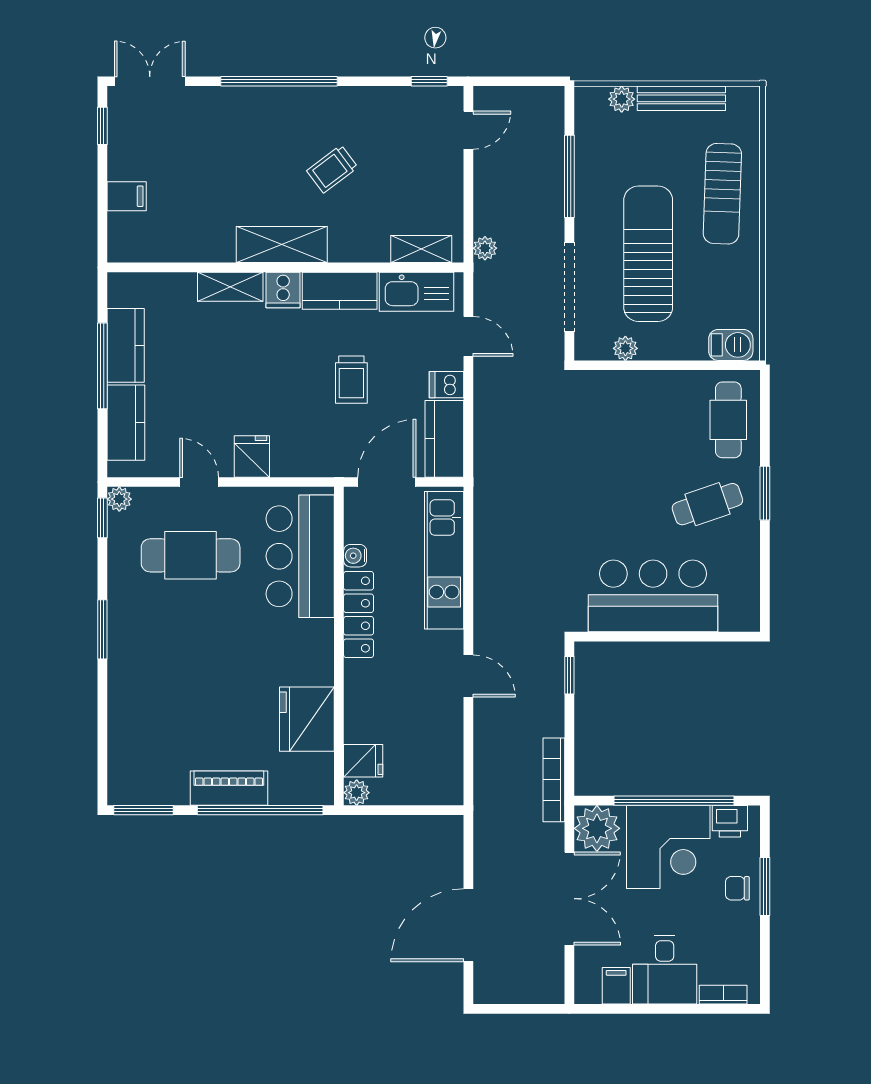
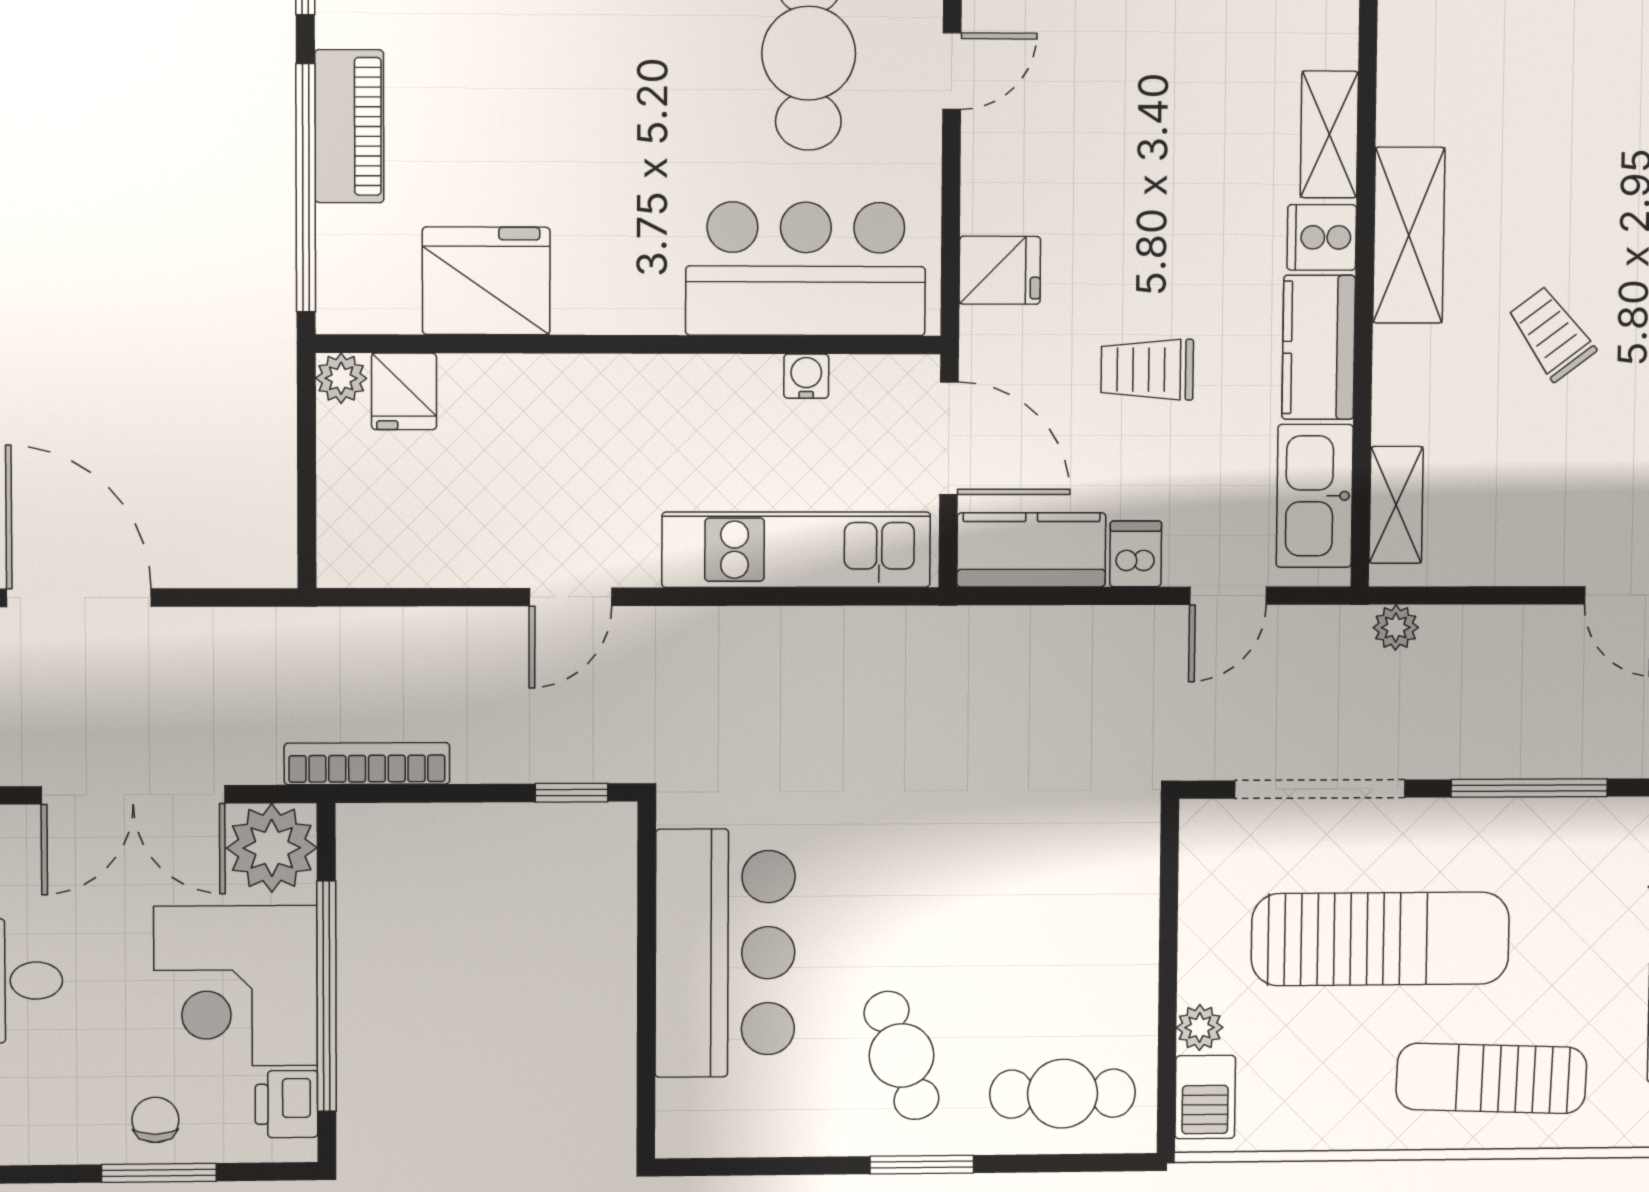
plant: (625, 348) -> (1200, 1028), moved
fridge: (252, 456) -> (1000, 270), moved
locker: (359, 615) -> (691, 383), removed

